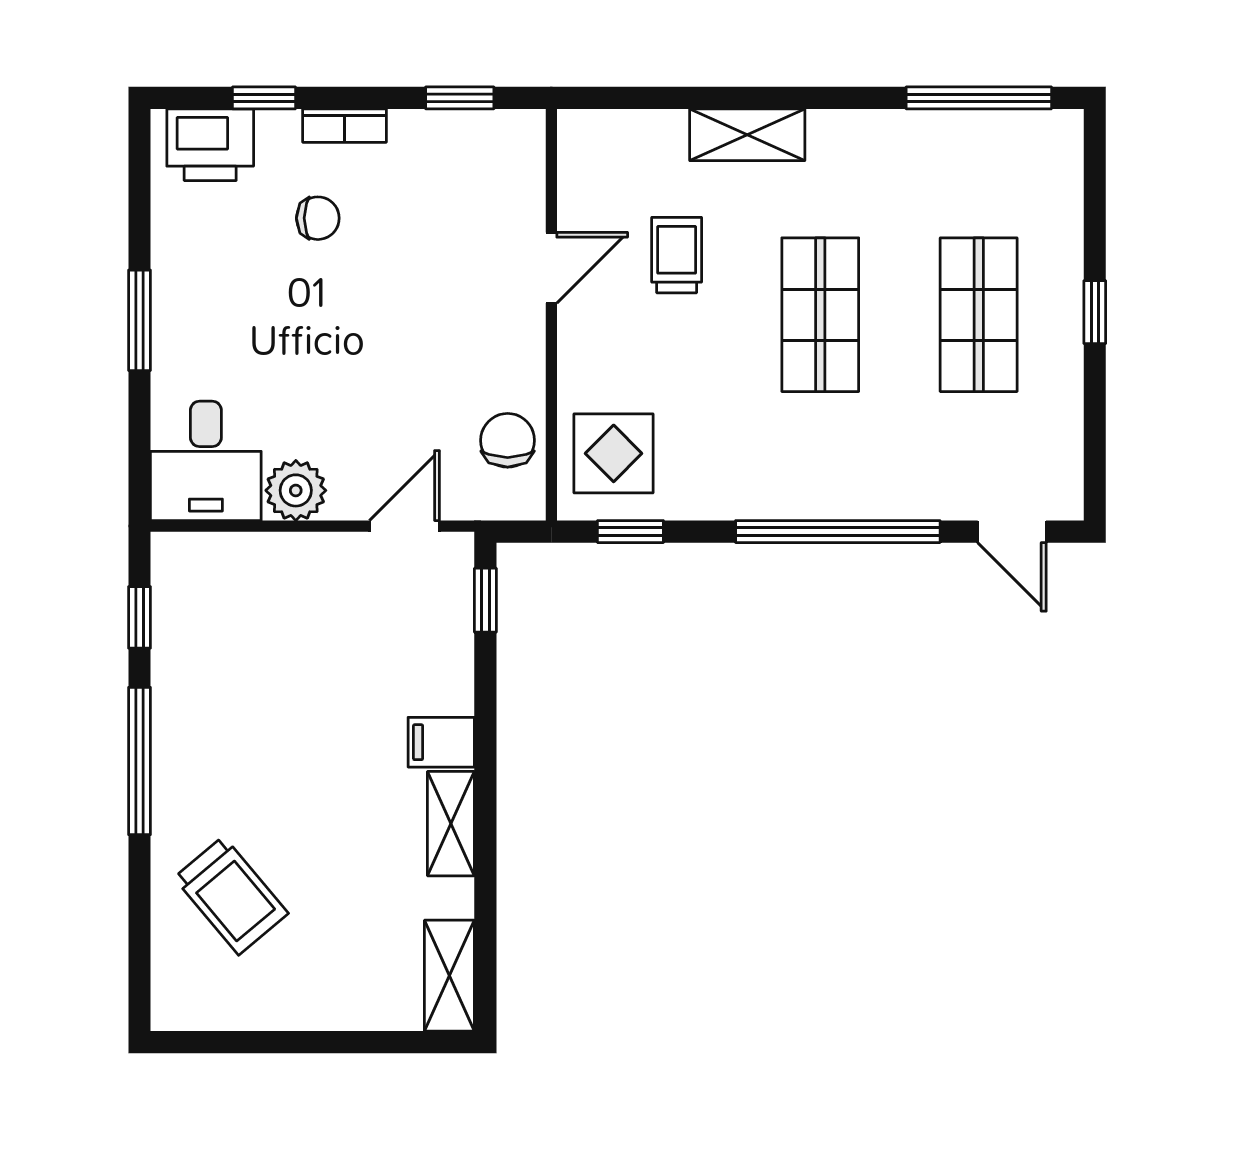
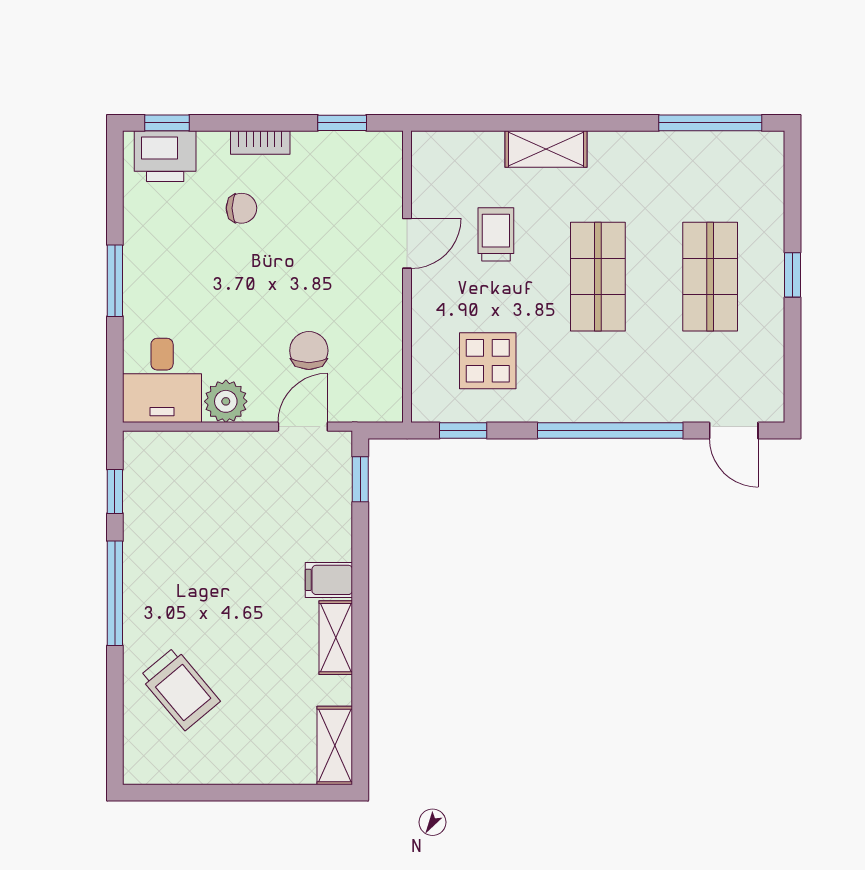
window: (264, 98) -> (167, 123), moved
chair: (508, 440) -> (309, 351), moved
display table: (614, 453) -> (488, 361), moved

